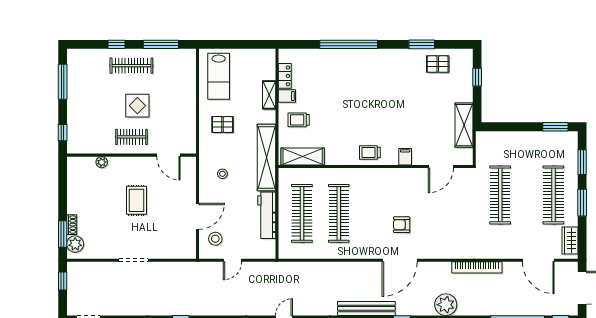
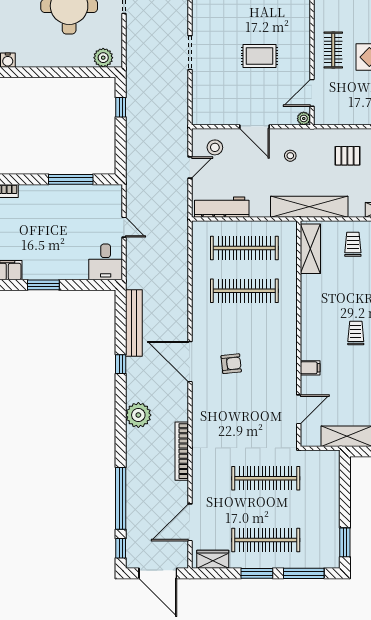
pallet: (222, 125) -> (347, 156), turned 90
trolley: (370, 153) -> (356, 333), moved
plant: (102, 162) -> (304, 118), moved
window: (582, 162) -> (304, 573), width x1.44
door: (441, 167) -> (299, 409), swing flipped
workbench: (267, 215) -> (222, 207), moved
door: (197, 216) -> (255, 127), moved
armchair: (402, 225) -> (231, 364), turned 84
door: (233, 260) -> (190, 167), swing flipped

